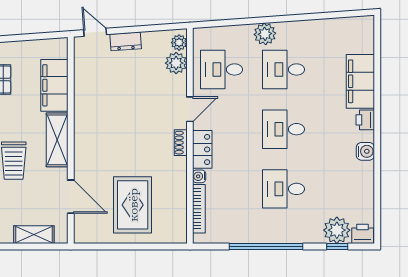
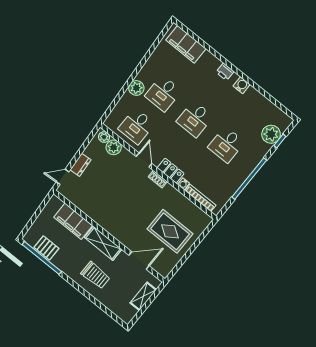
filing cabinet: (360, 81) -> (186, 44), moved
printer: (363, 234) -> (284, 122), removed

